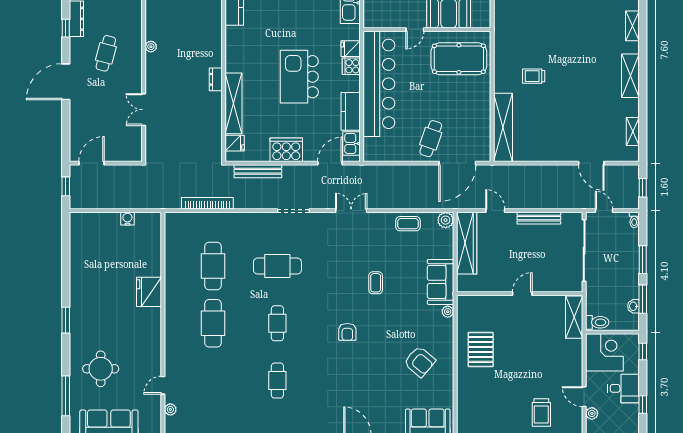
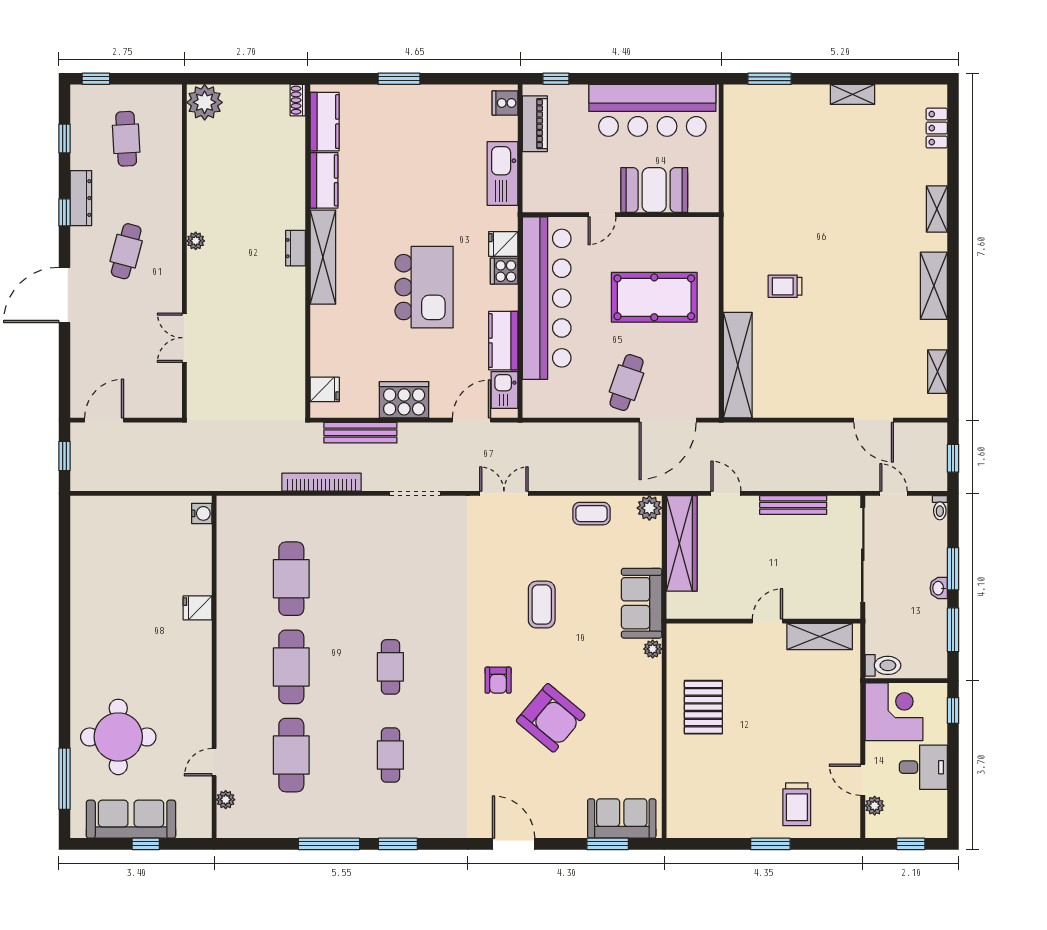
pool table: (459, 59) -> (654, 297), moved
kitchen island: (299, 77) -> (424, 287), turned 180
dresser: (216, 79) -> (295, 248), moved
shelving: (234, 103) -> (323, 257), moved
bookcase: (207, 203) -> (322, 482), moved
water cooler: (127, 219) -> (202, 513), moved, turned 90
cafe table: (277, 266) -> (291, 755), moved, turned 90
coffee table: (376, 283) -> (542, 605), width x1.36, depth x1.30
fridge: (149, 292) -> (198, 608), width x0.53, depth x0.75
washbasin: (633, 306) -> (939, 588), moved
shelving: (574, 317) -> (820, 637), moved, turned 90
window: (66, 320) -> (64, 662), removed
armchair: (420, 362) -> (551, 718), moved, width x1.36, depth x1.36
round table: (101, 369) -> (118, 737), width x1.36, depth x1.36
window: (643, 405) -> (953, 792), removed

